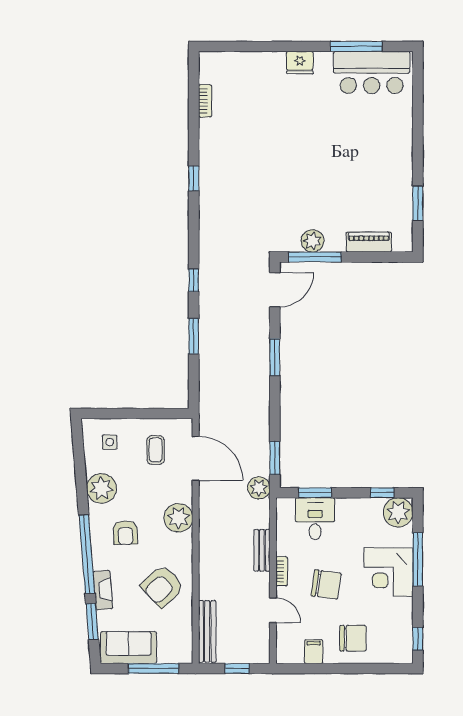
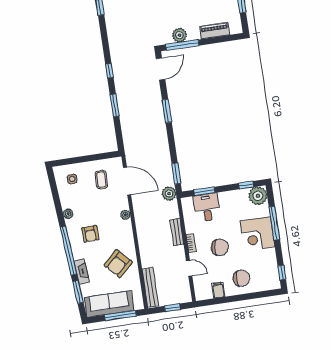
plant: (101, 488) -> (68, 214), width x0.53, depth x0.53
plant: (178, 518) -> (125, 215), width x0.53, depth x0.53
sofa: (128, 648) -> (109, 304), width x1.36

